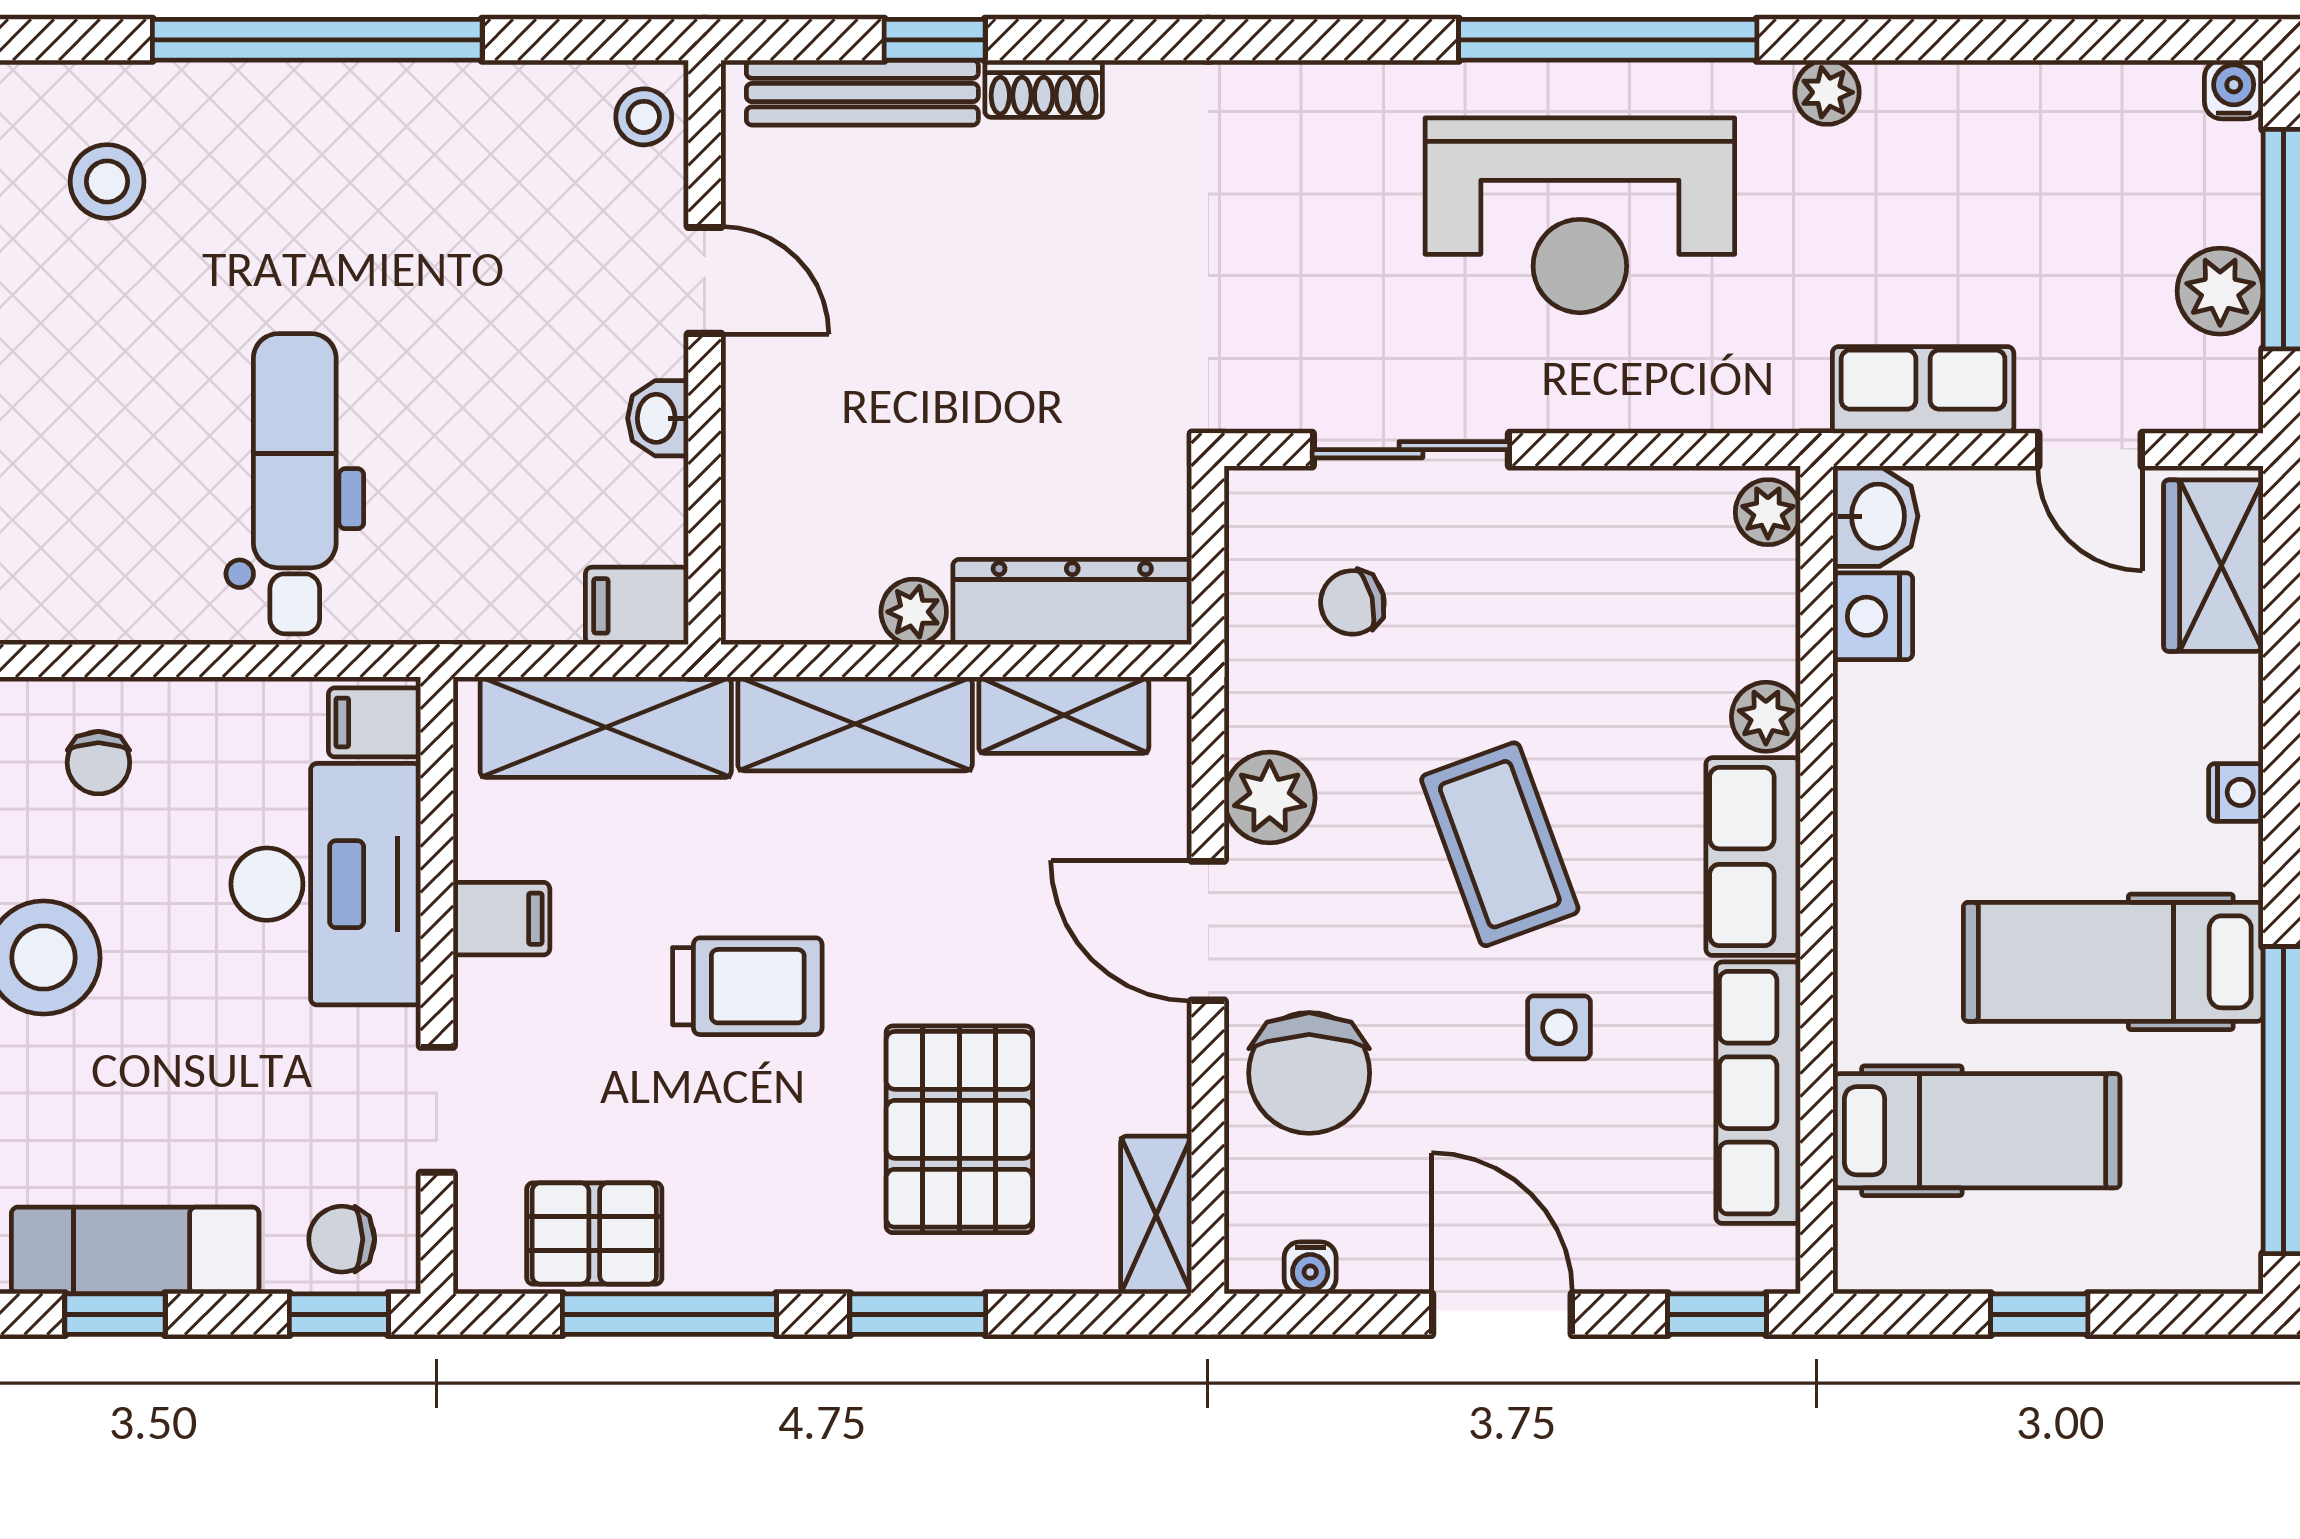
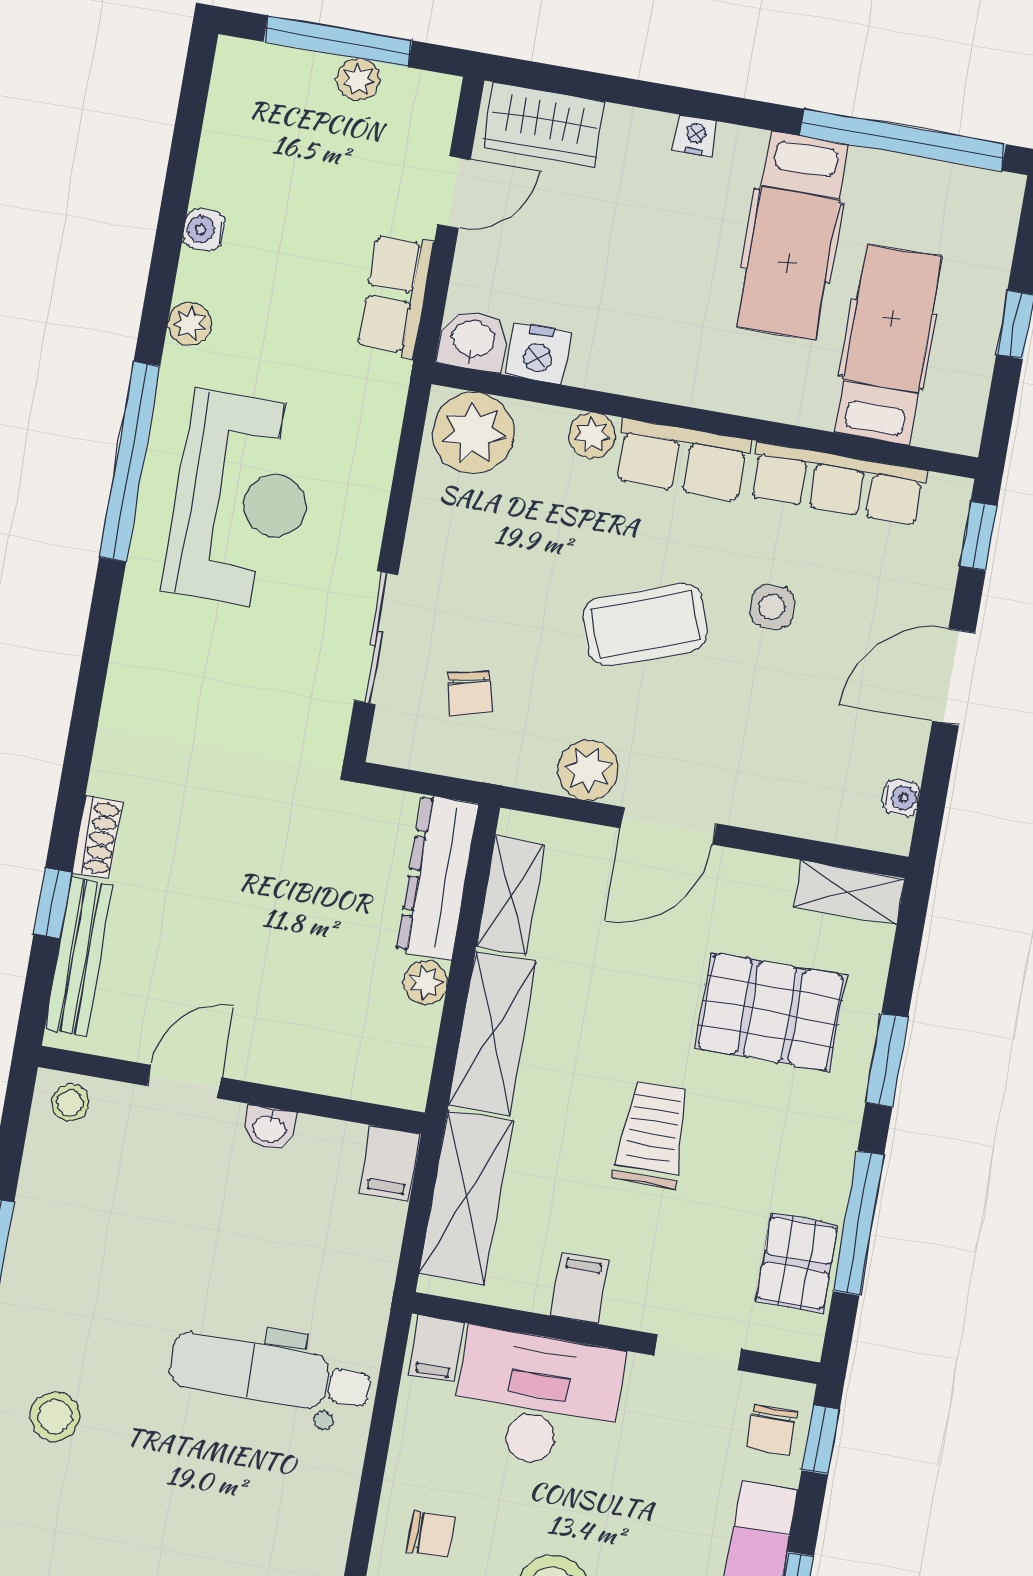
water cooler: (2234, 90) -> (204, 230), moved
stool: (107, 181) -> (55, 1416), moved
plant: (2220, 291) -> (358, 80), width x0.73, depth x0.73
plant: (1768, 512) -> (473, 433), width x1.88, depth x1.88
chair: (1309, 1073) -> (773, 776), removed

